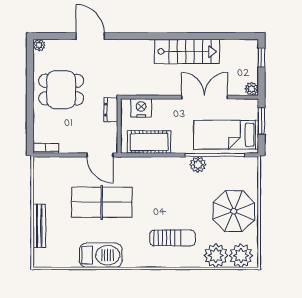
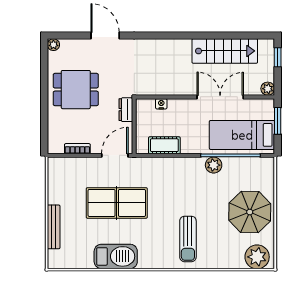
stairs: (187, 51) -> (225, 51), moved
nightstand: (141, 108) -> (161, 104), width x0.53, depth x0.56
cot: (149, 142) -> (164, 145), width x0.73, depth x0.75
bookcase: (46, 148) -> (77, 149), moved
door: (100, 155) -> (115, 155), swing flipped
sun lounger: (172, 238) -> (188, 239), turned 90
plant: (216, 256) -> (232, 257), removed

